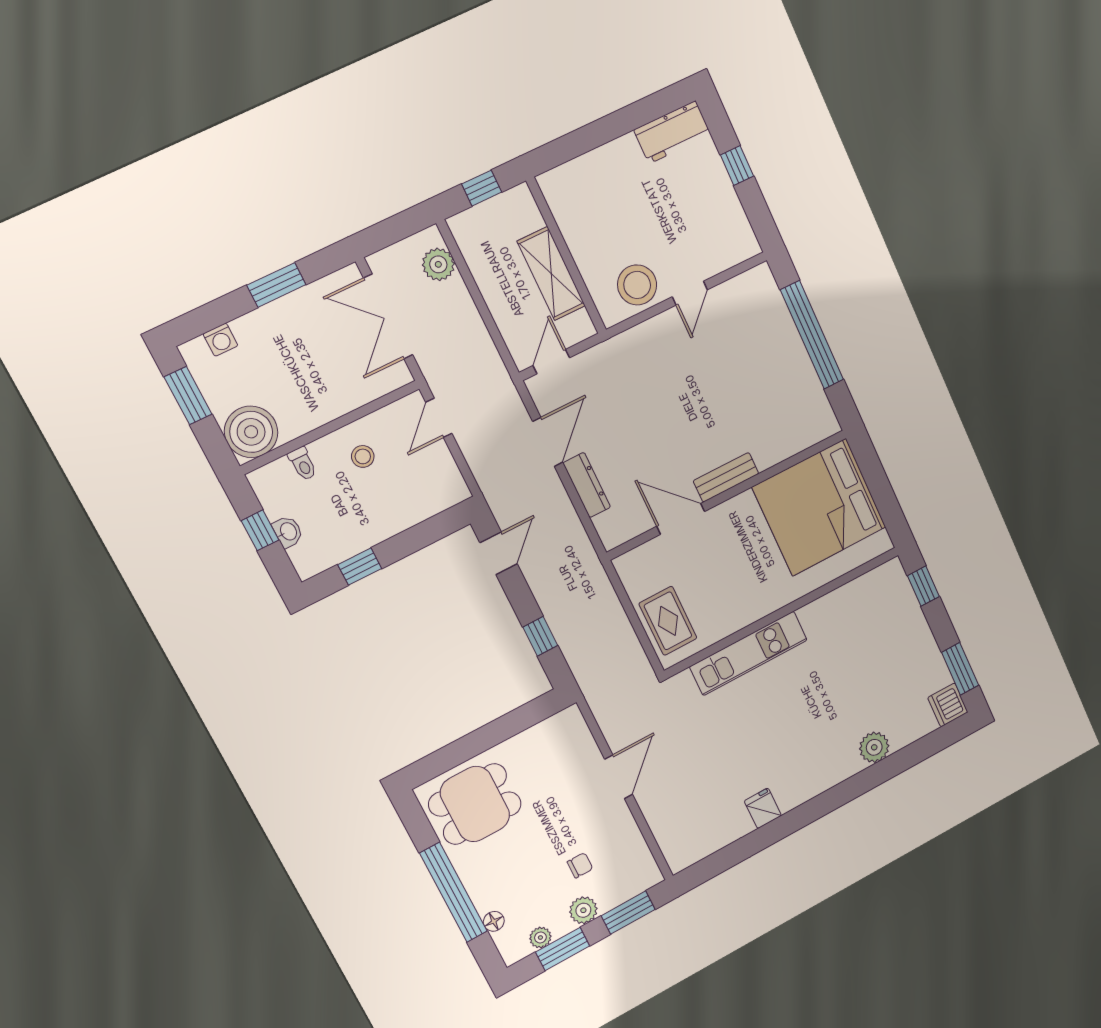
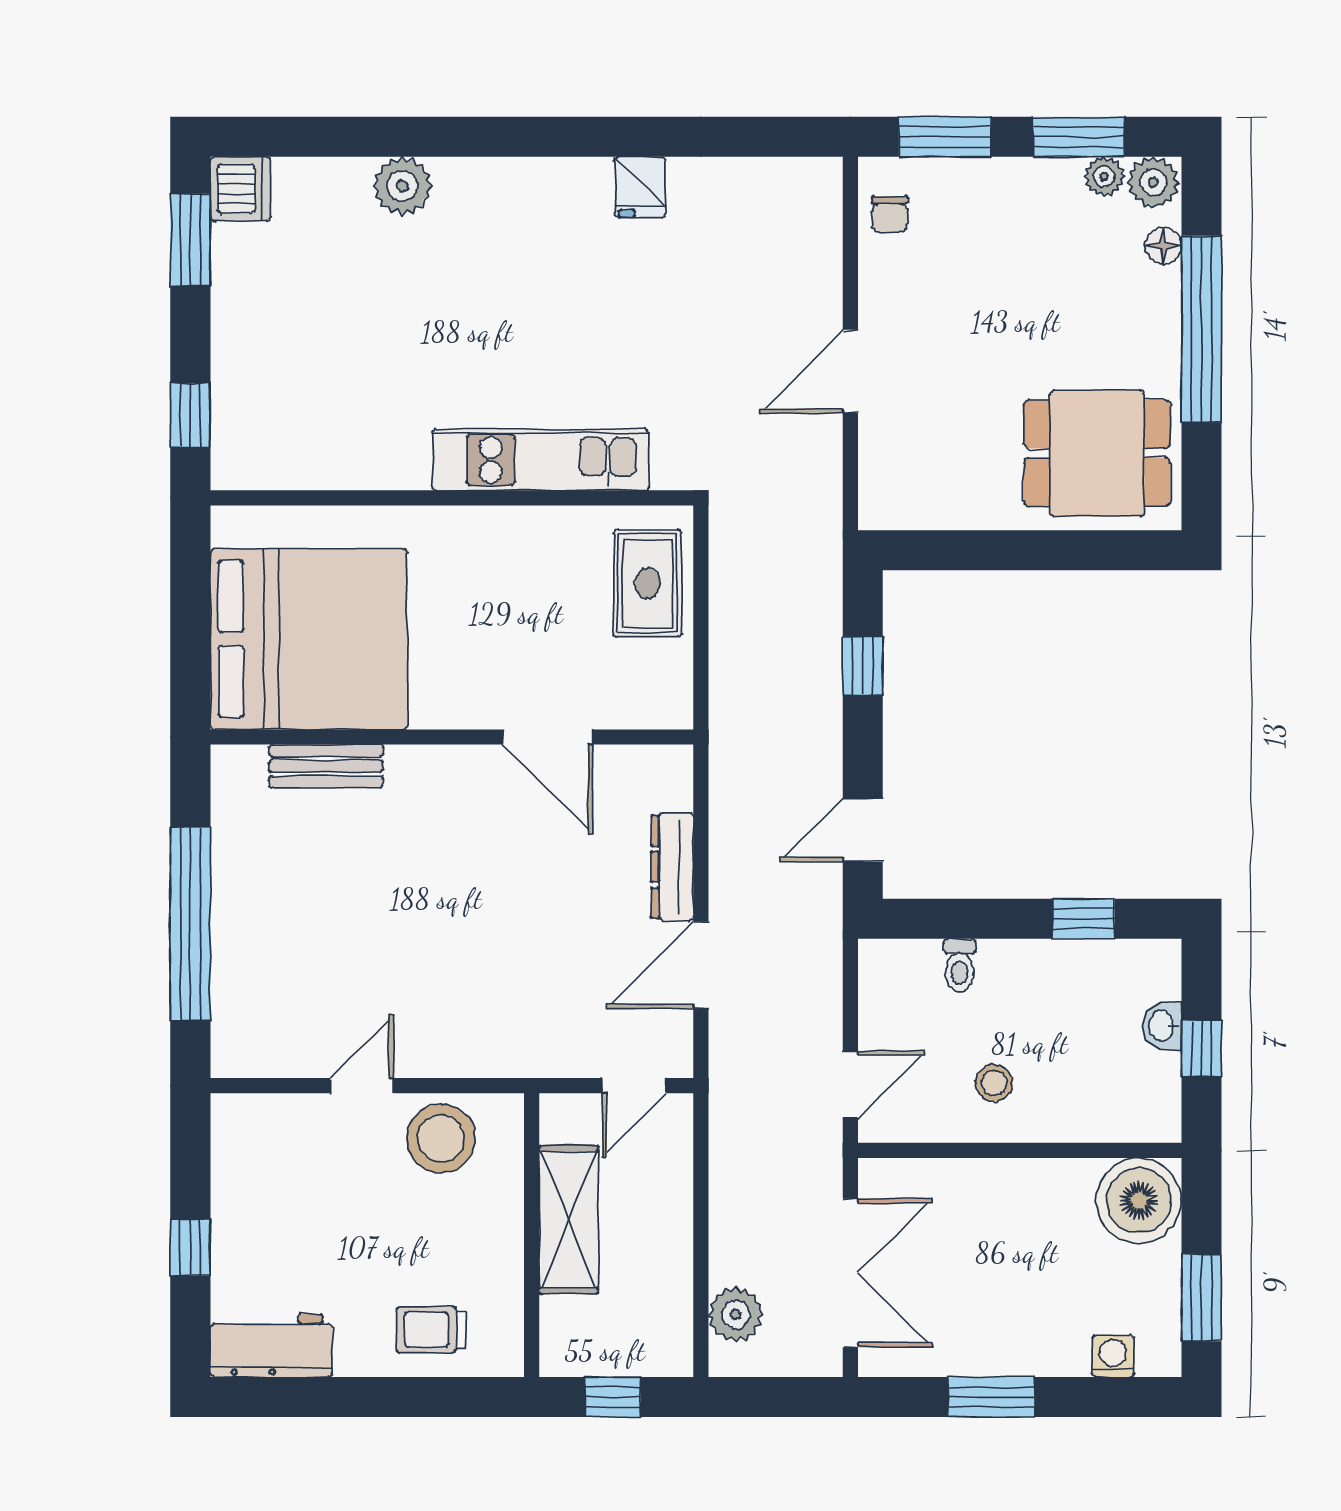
trolley: (594, 180) -> (431, 1330), added
toilet: (303, 464) -> (960, 965), moved, turned 180
bench: (726, 477) -> (326, 766), moved
chair: (580, 865) -> (890, 214), moved, turned -90
plant: (583, 910) -> (1153, 182), moved

